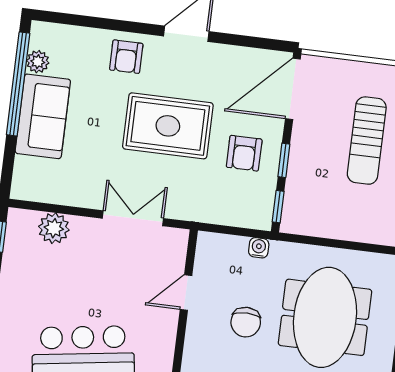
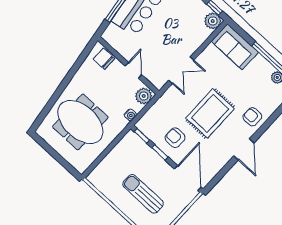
sofa: (43, 116) -> (235, 47), moved
plant: (54, 228) -> (213, 21), moved
plant: (215, 248) -> (144, 96), added
chair: (246, 322) -> (104, 59), moved

